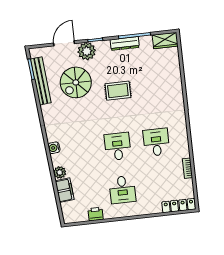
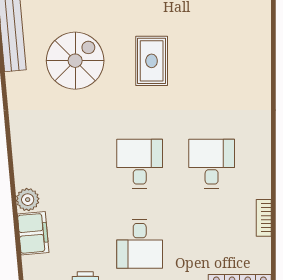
spiral stairs: (76, 82) -> (75, 61), moved, turned 180
rug: (118, 91) -> (152, 61), turned 90
water cooler: (54, 148) -> (22, 153), removed

